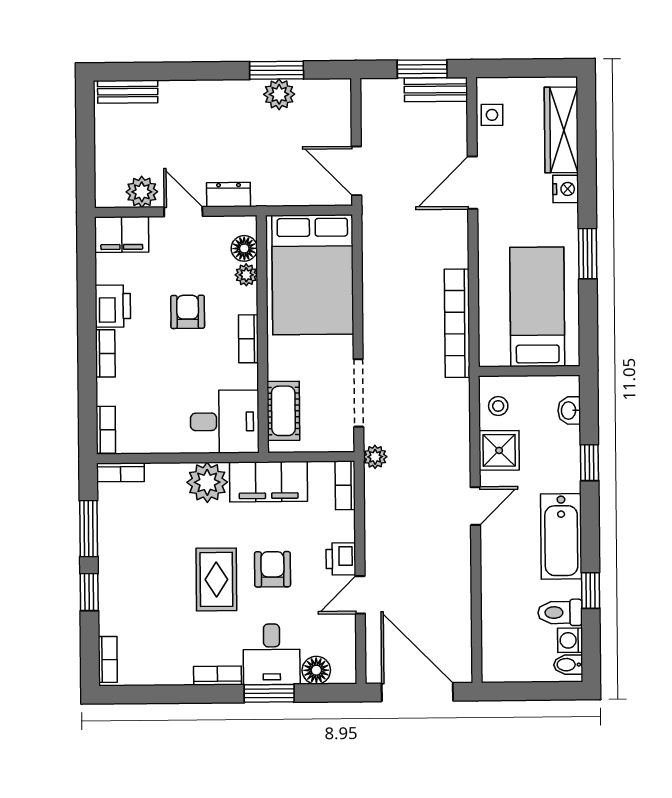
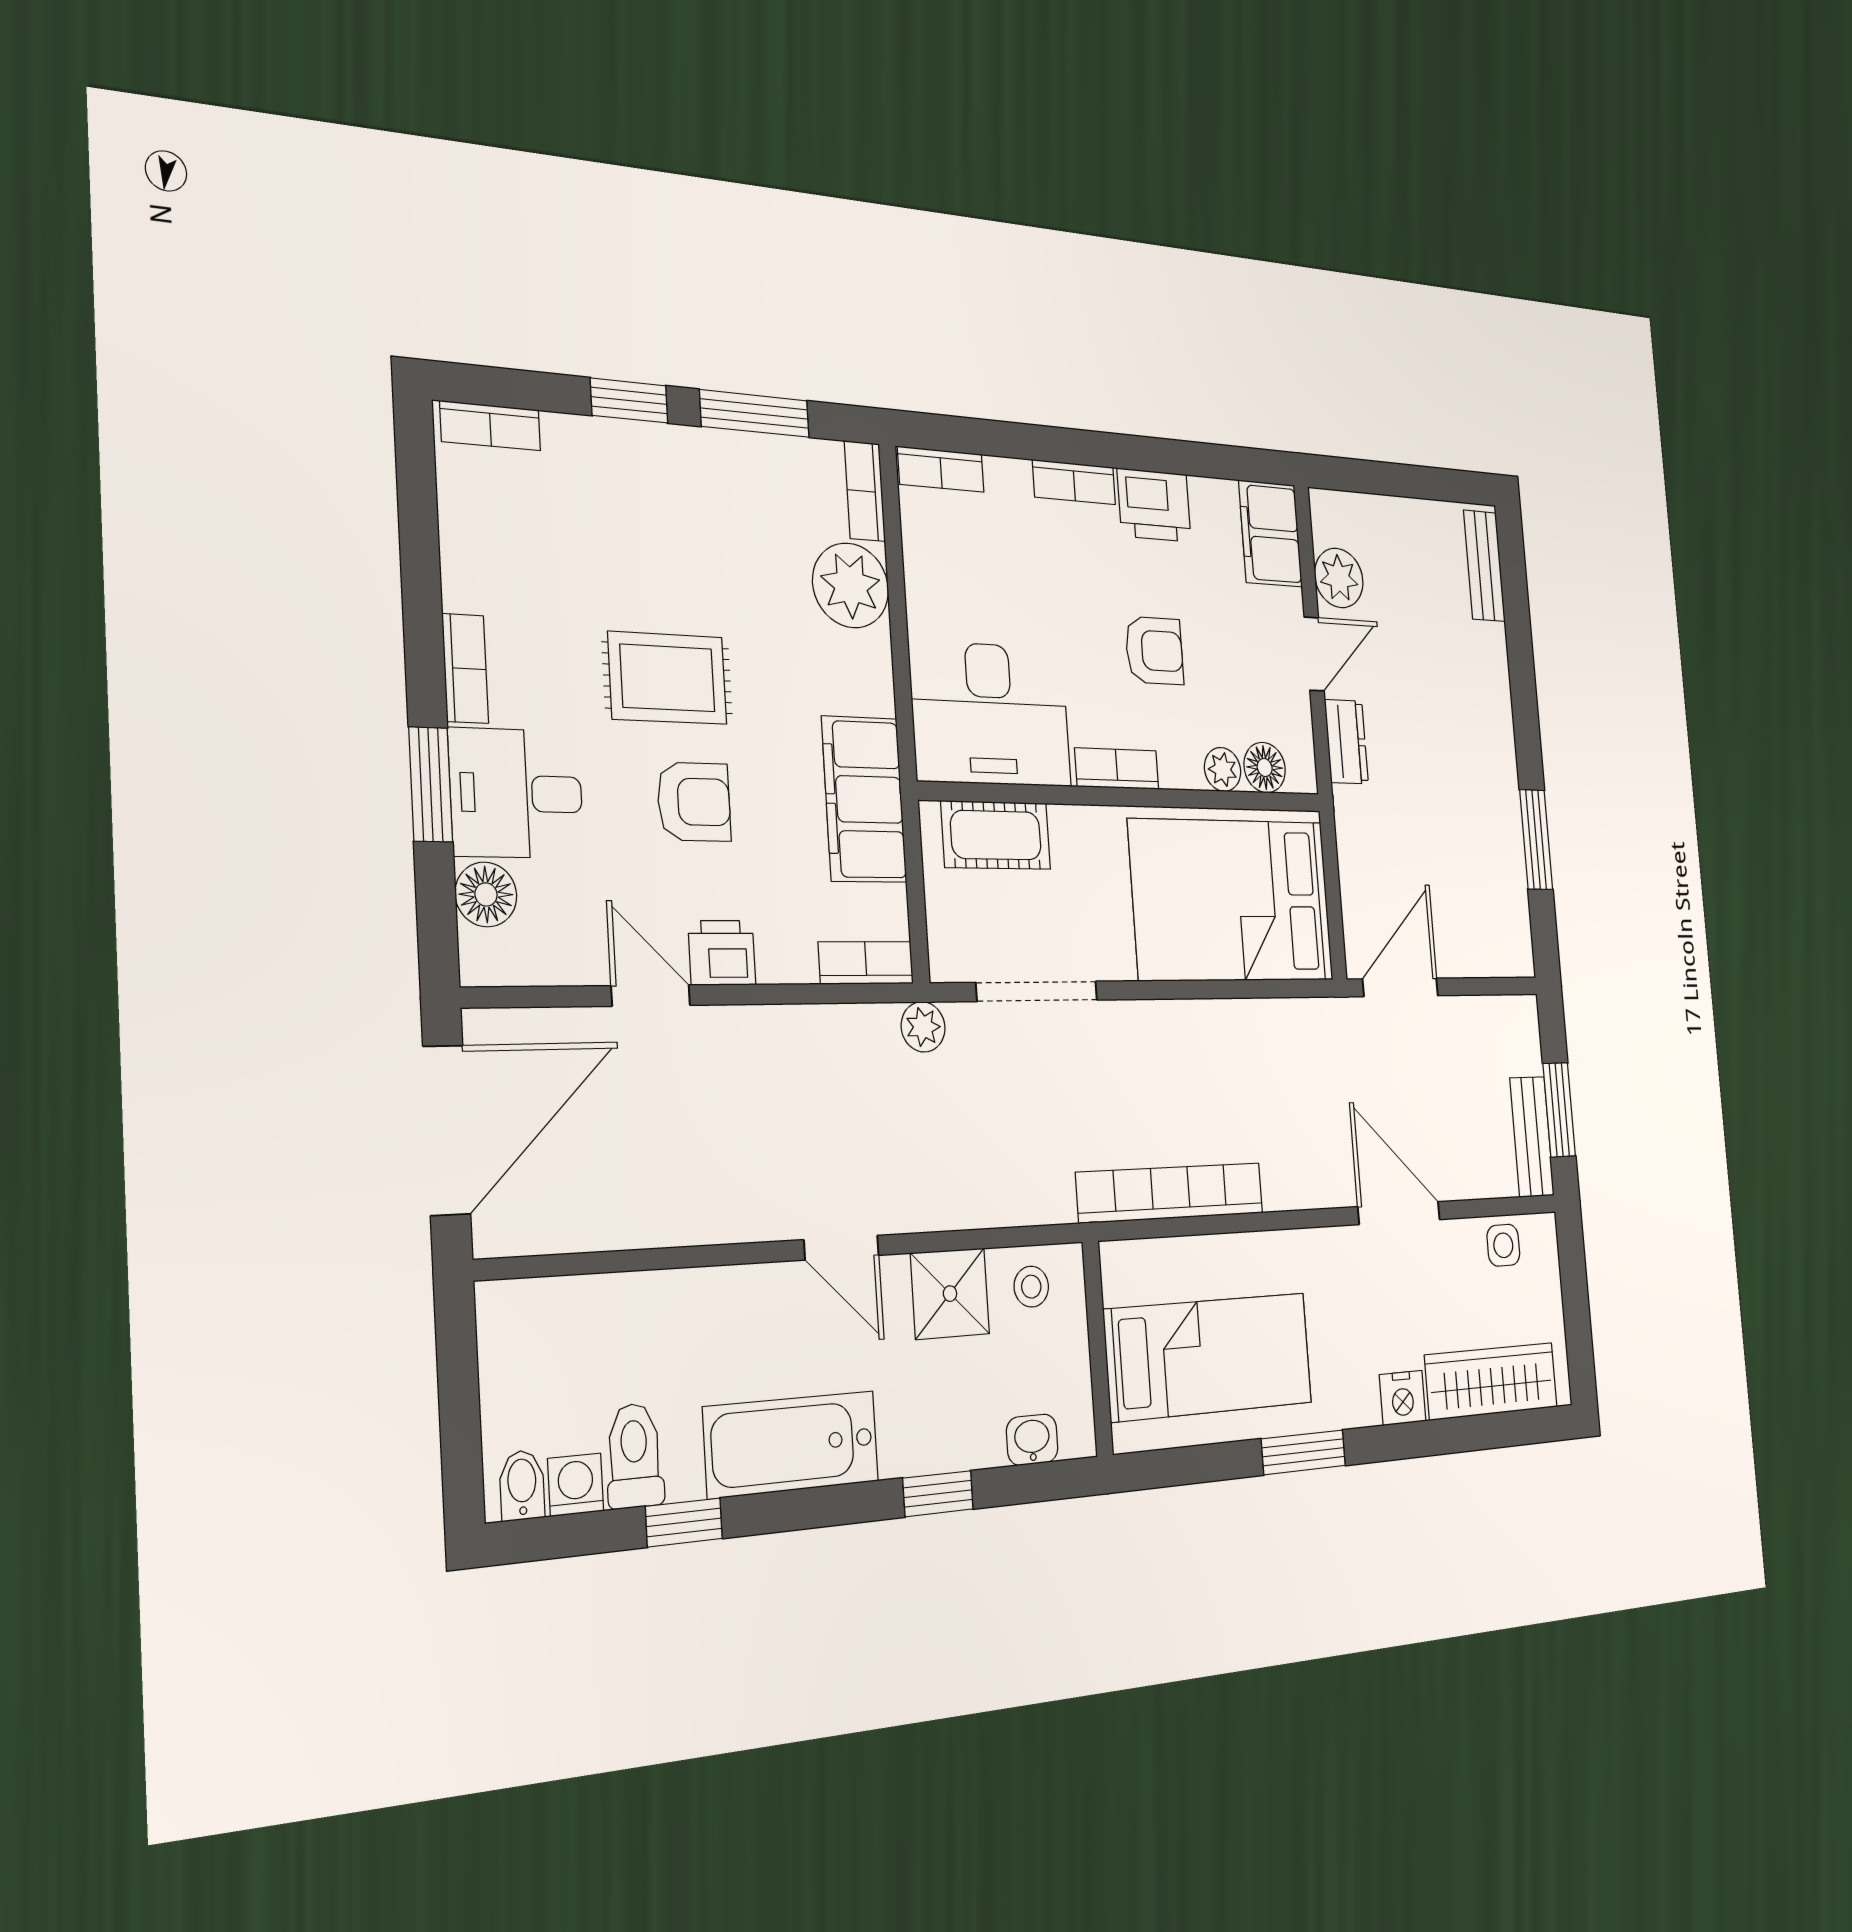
plant: (279, 94) -> (1502, 843), removed
desk: (225, 422) -> (990, 714), width x1.37
plant: (207, 482) -> (851, 585), moved

